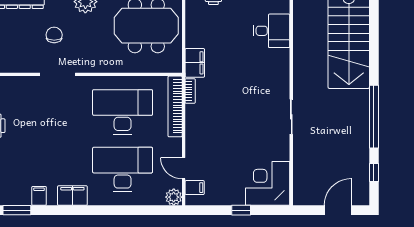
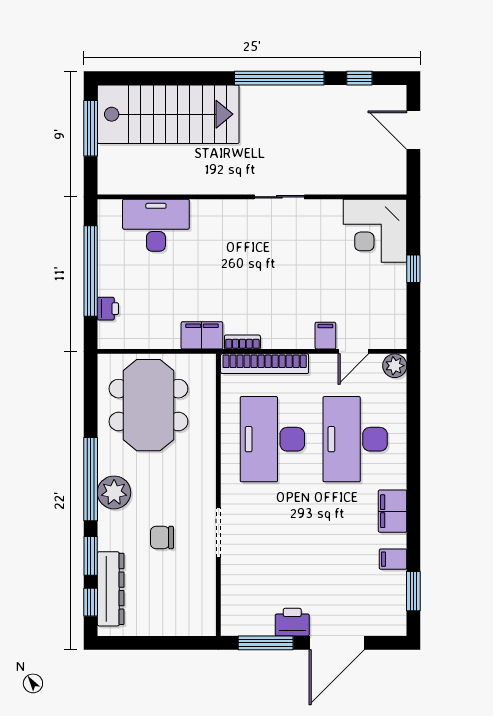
desk: (272, 31) -> (156, 225), width x1.37
filing cabinet: (195, 188) -> (325, 336), moved

